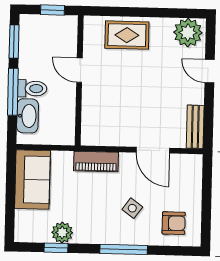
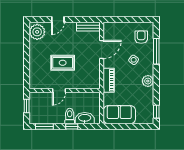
rug: (127, 35) -> (63, 63), moved, turned 90
window: (13, 92) -> (72, 127), width x0.46
plant: (62, 233) -> (148, 81), moved
window: (56, 248) -> (156, 112), moved
window: (124, 249) -> (156, 51), moved

